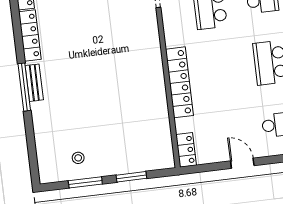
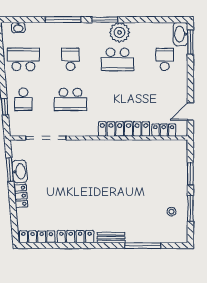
window: (24, 87) -> (143, 246), moved
locker: (186, 150) -> (164, 130), moved
door: (242, 163) -> (190, 112), moved

